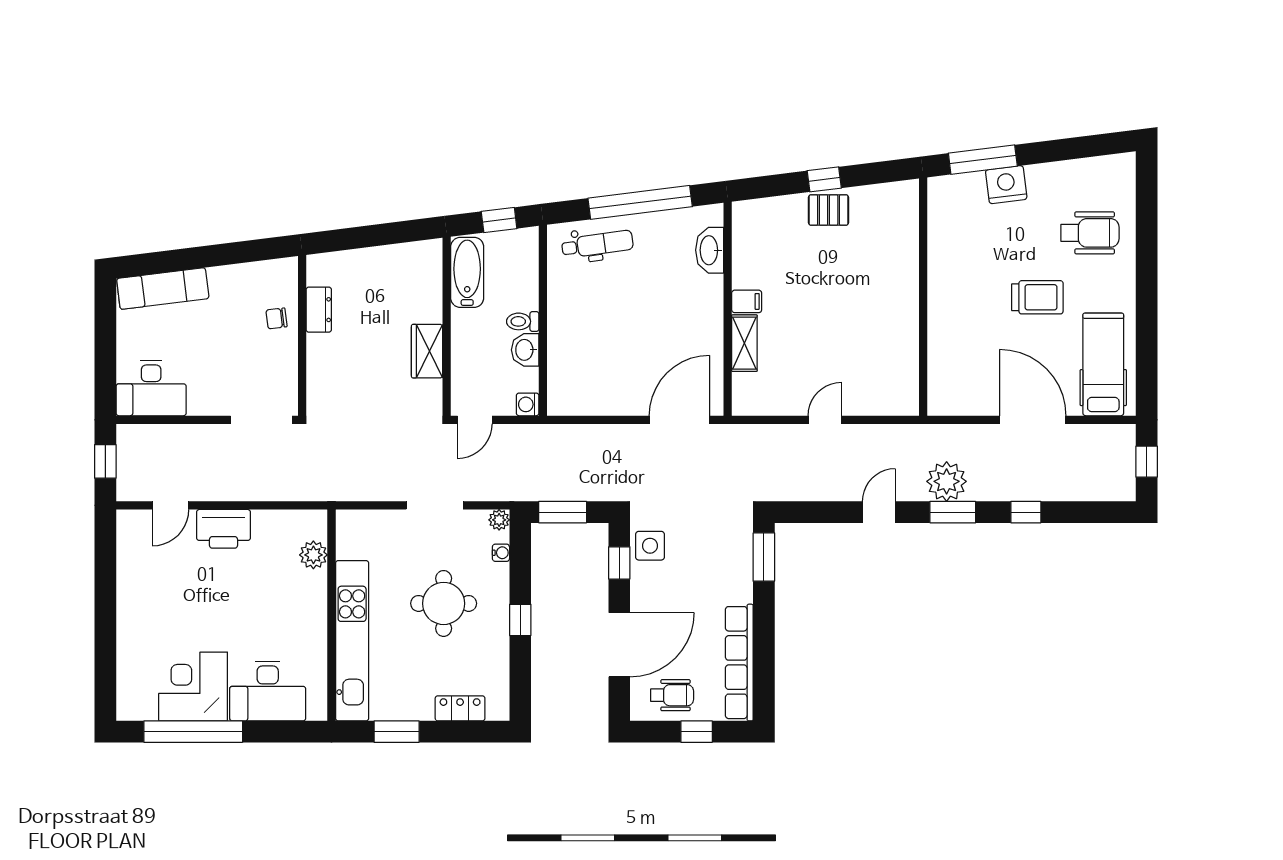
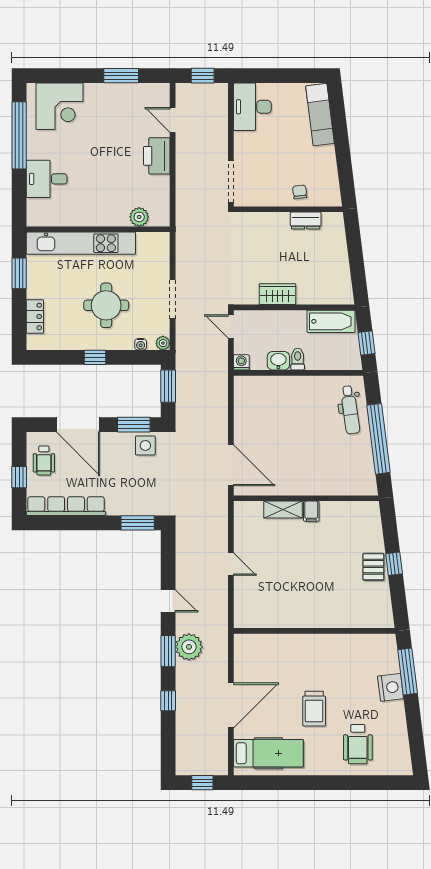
washbasin: (710, 250) -> (346, 486), removed
window: (619, 563) -> (134, 425), width x1.50
window: (105, 581) -> (121, 76), added
corner desk: (193, 687) -> (60, 106), moved, turned 90
desk: (268, 691) -> (47, 179), width x0.73

